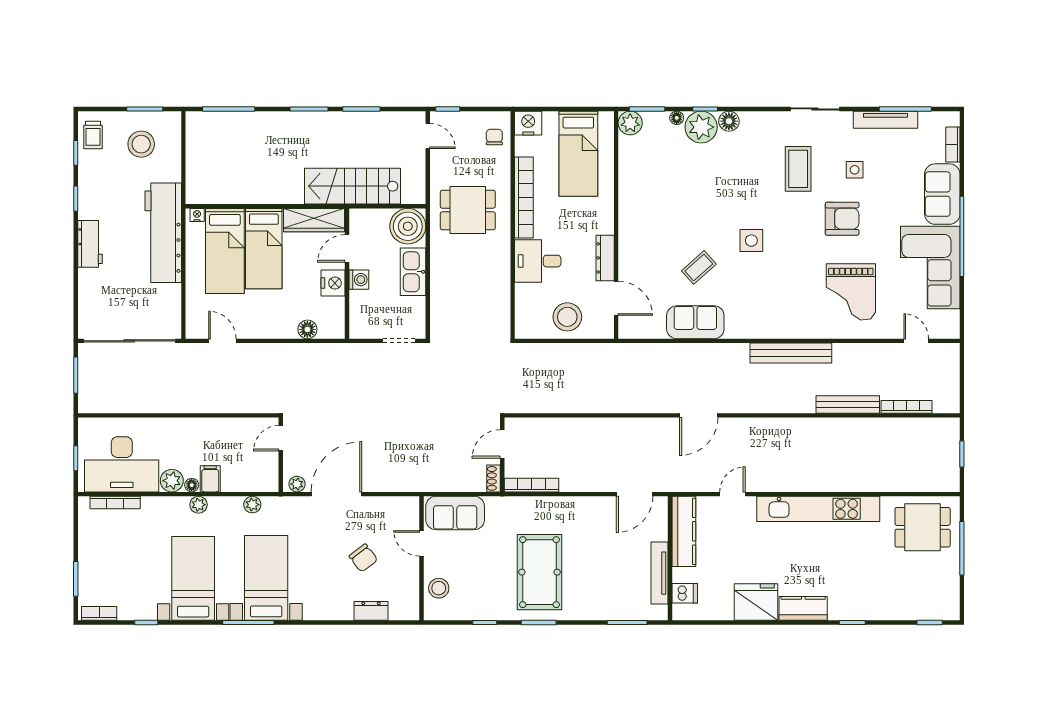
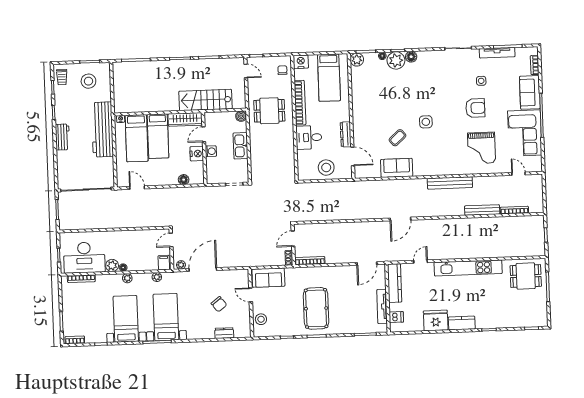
coffee table: (798, 169) -> (450, 81), removed
boiler: (408, 226) -> (241, 116), width x0.54, depth x0.54
filing cabinet: (210, 479) -> (164, 263), moved

